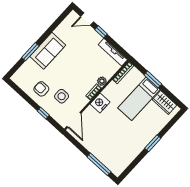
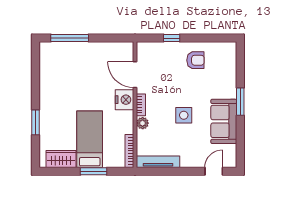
window: (101, 32) -> (188, 171), removed
sofa: (48, 51) -> (224, 121), moved
window: (30, 52) -> (240, 102), moved
side table: (62, 96) -> (184, 115), moved
door: (74, 120) -> (135, 75), moved
window: (153, 143) -> (35, 122), moved

